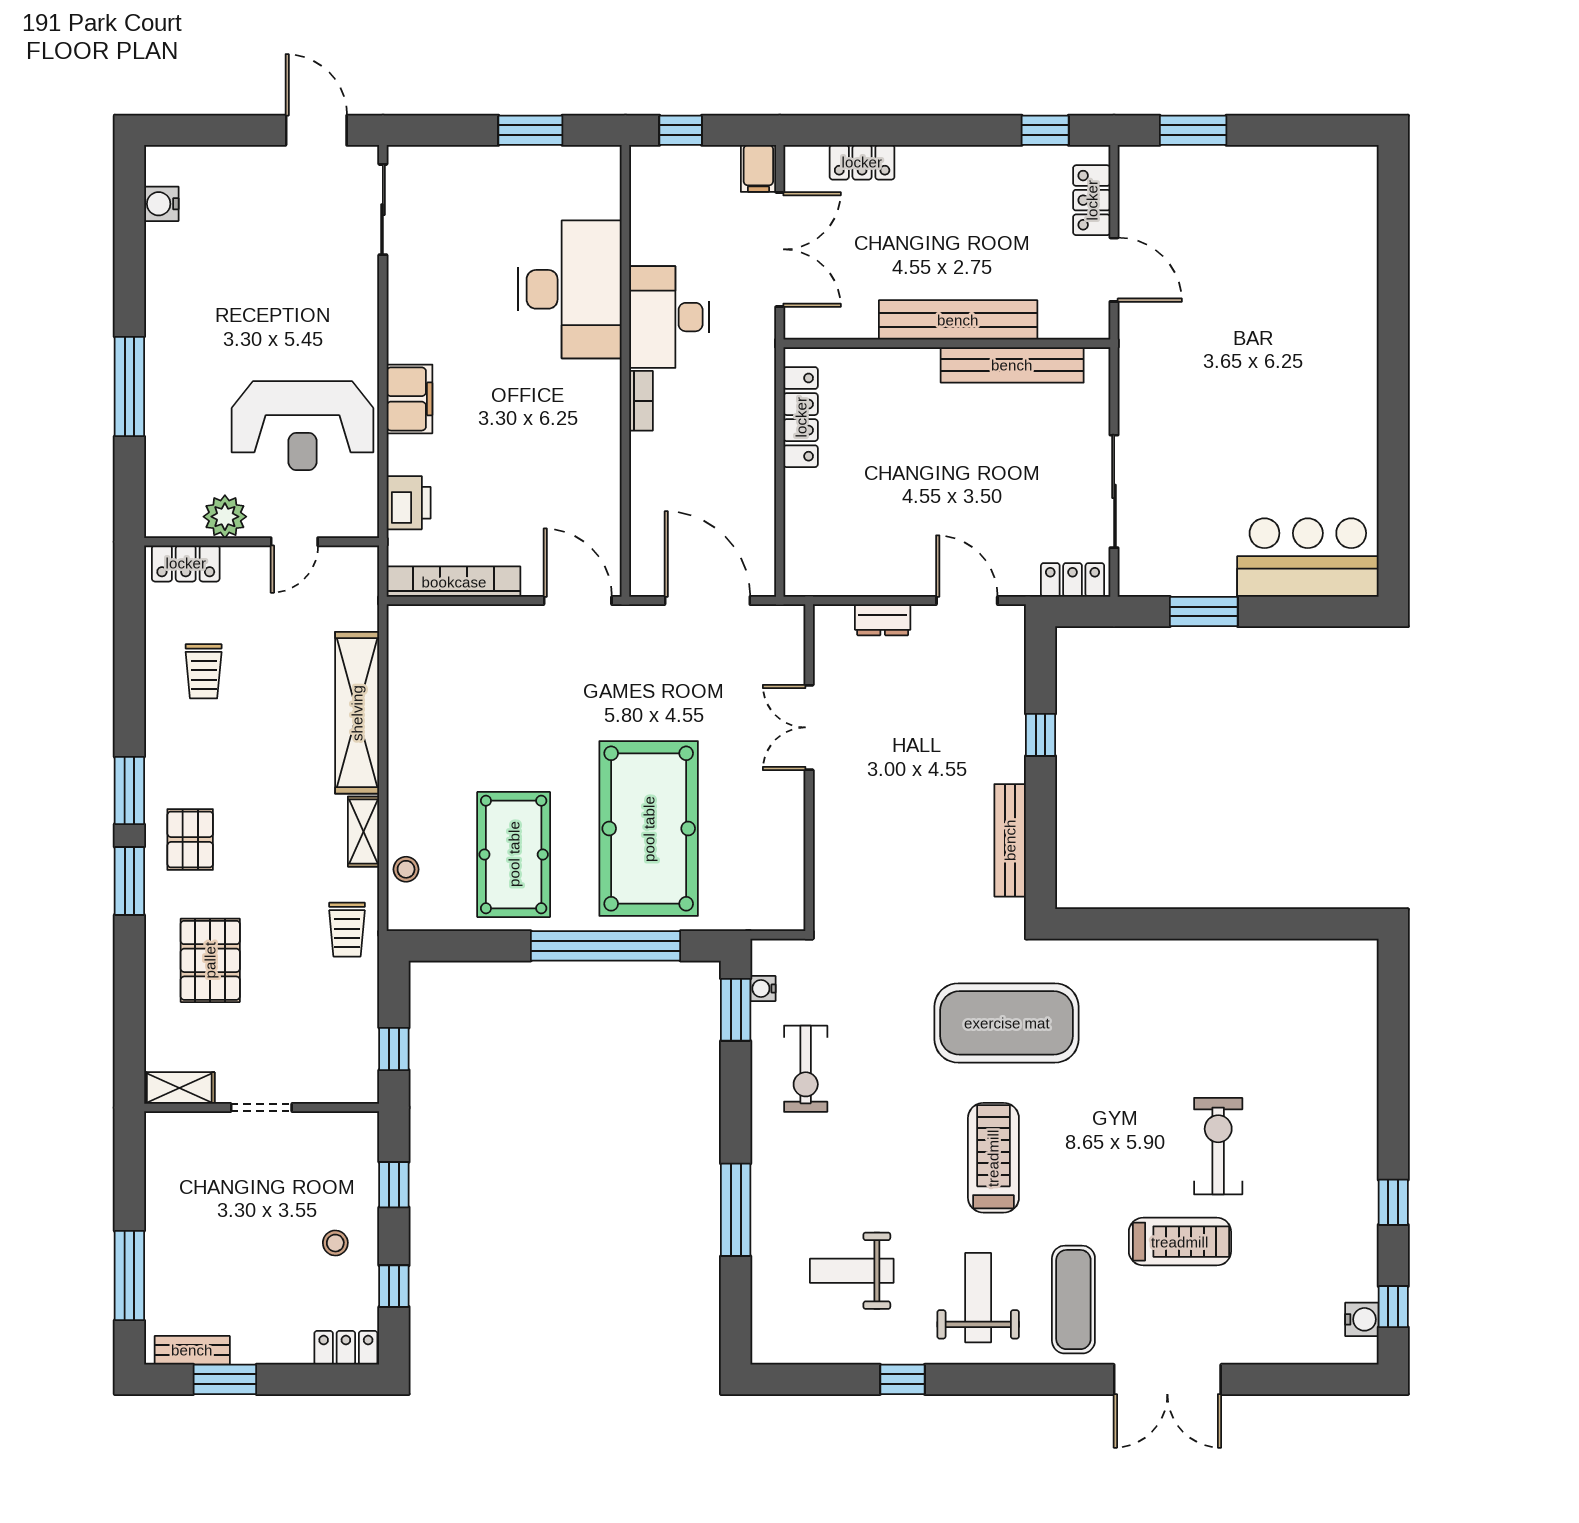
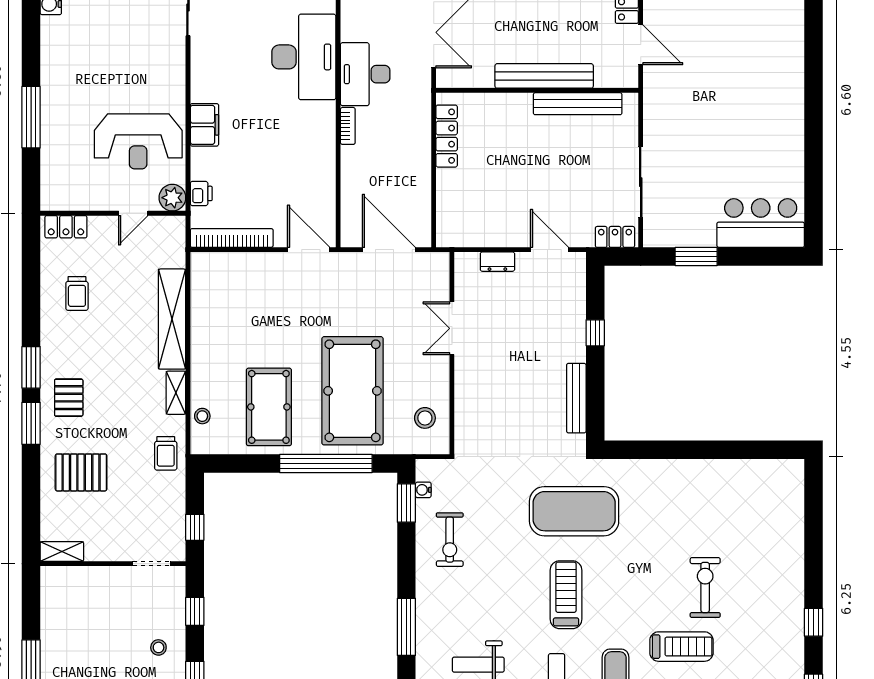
printer: (409, 503) -> (201, 193), width x0.73, depth x0.81
plant: (225, 517) -> (172, 198), moved
stool: (766, 872) -> (425, 418), added
pallet: (210, 960) -> (81, 472), turned 90
doorway: (261, 1108) -> (152, 564), moved

